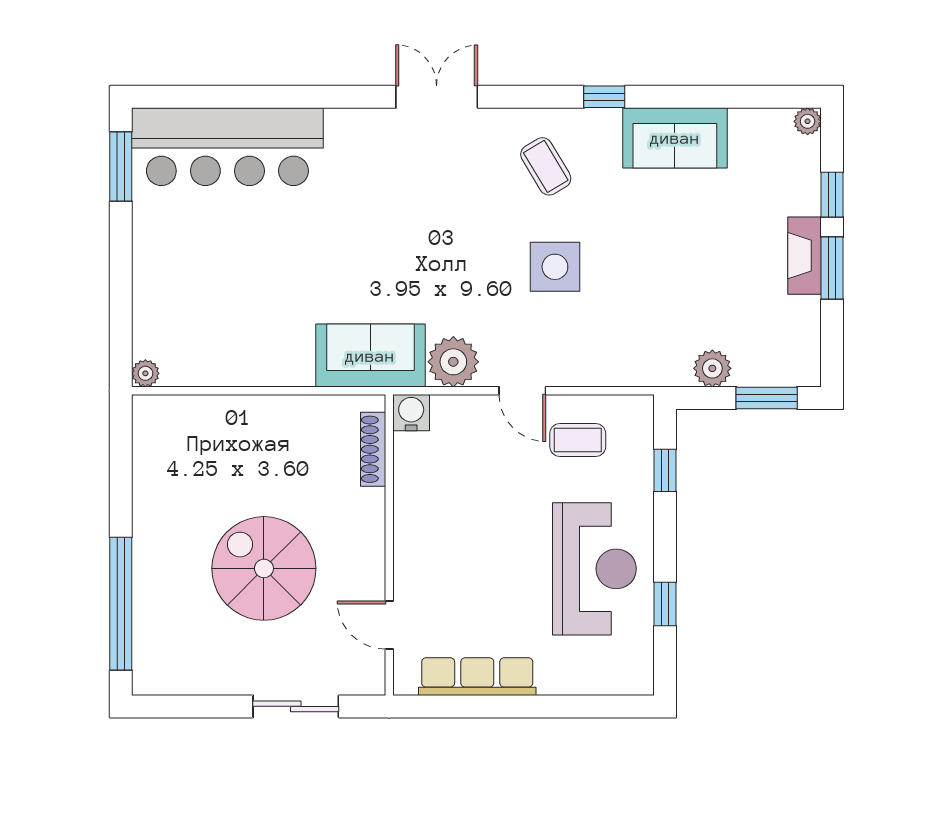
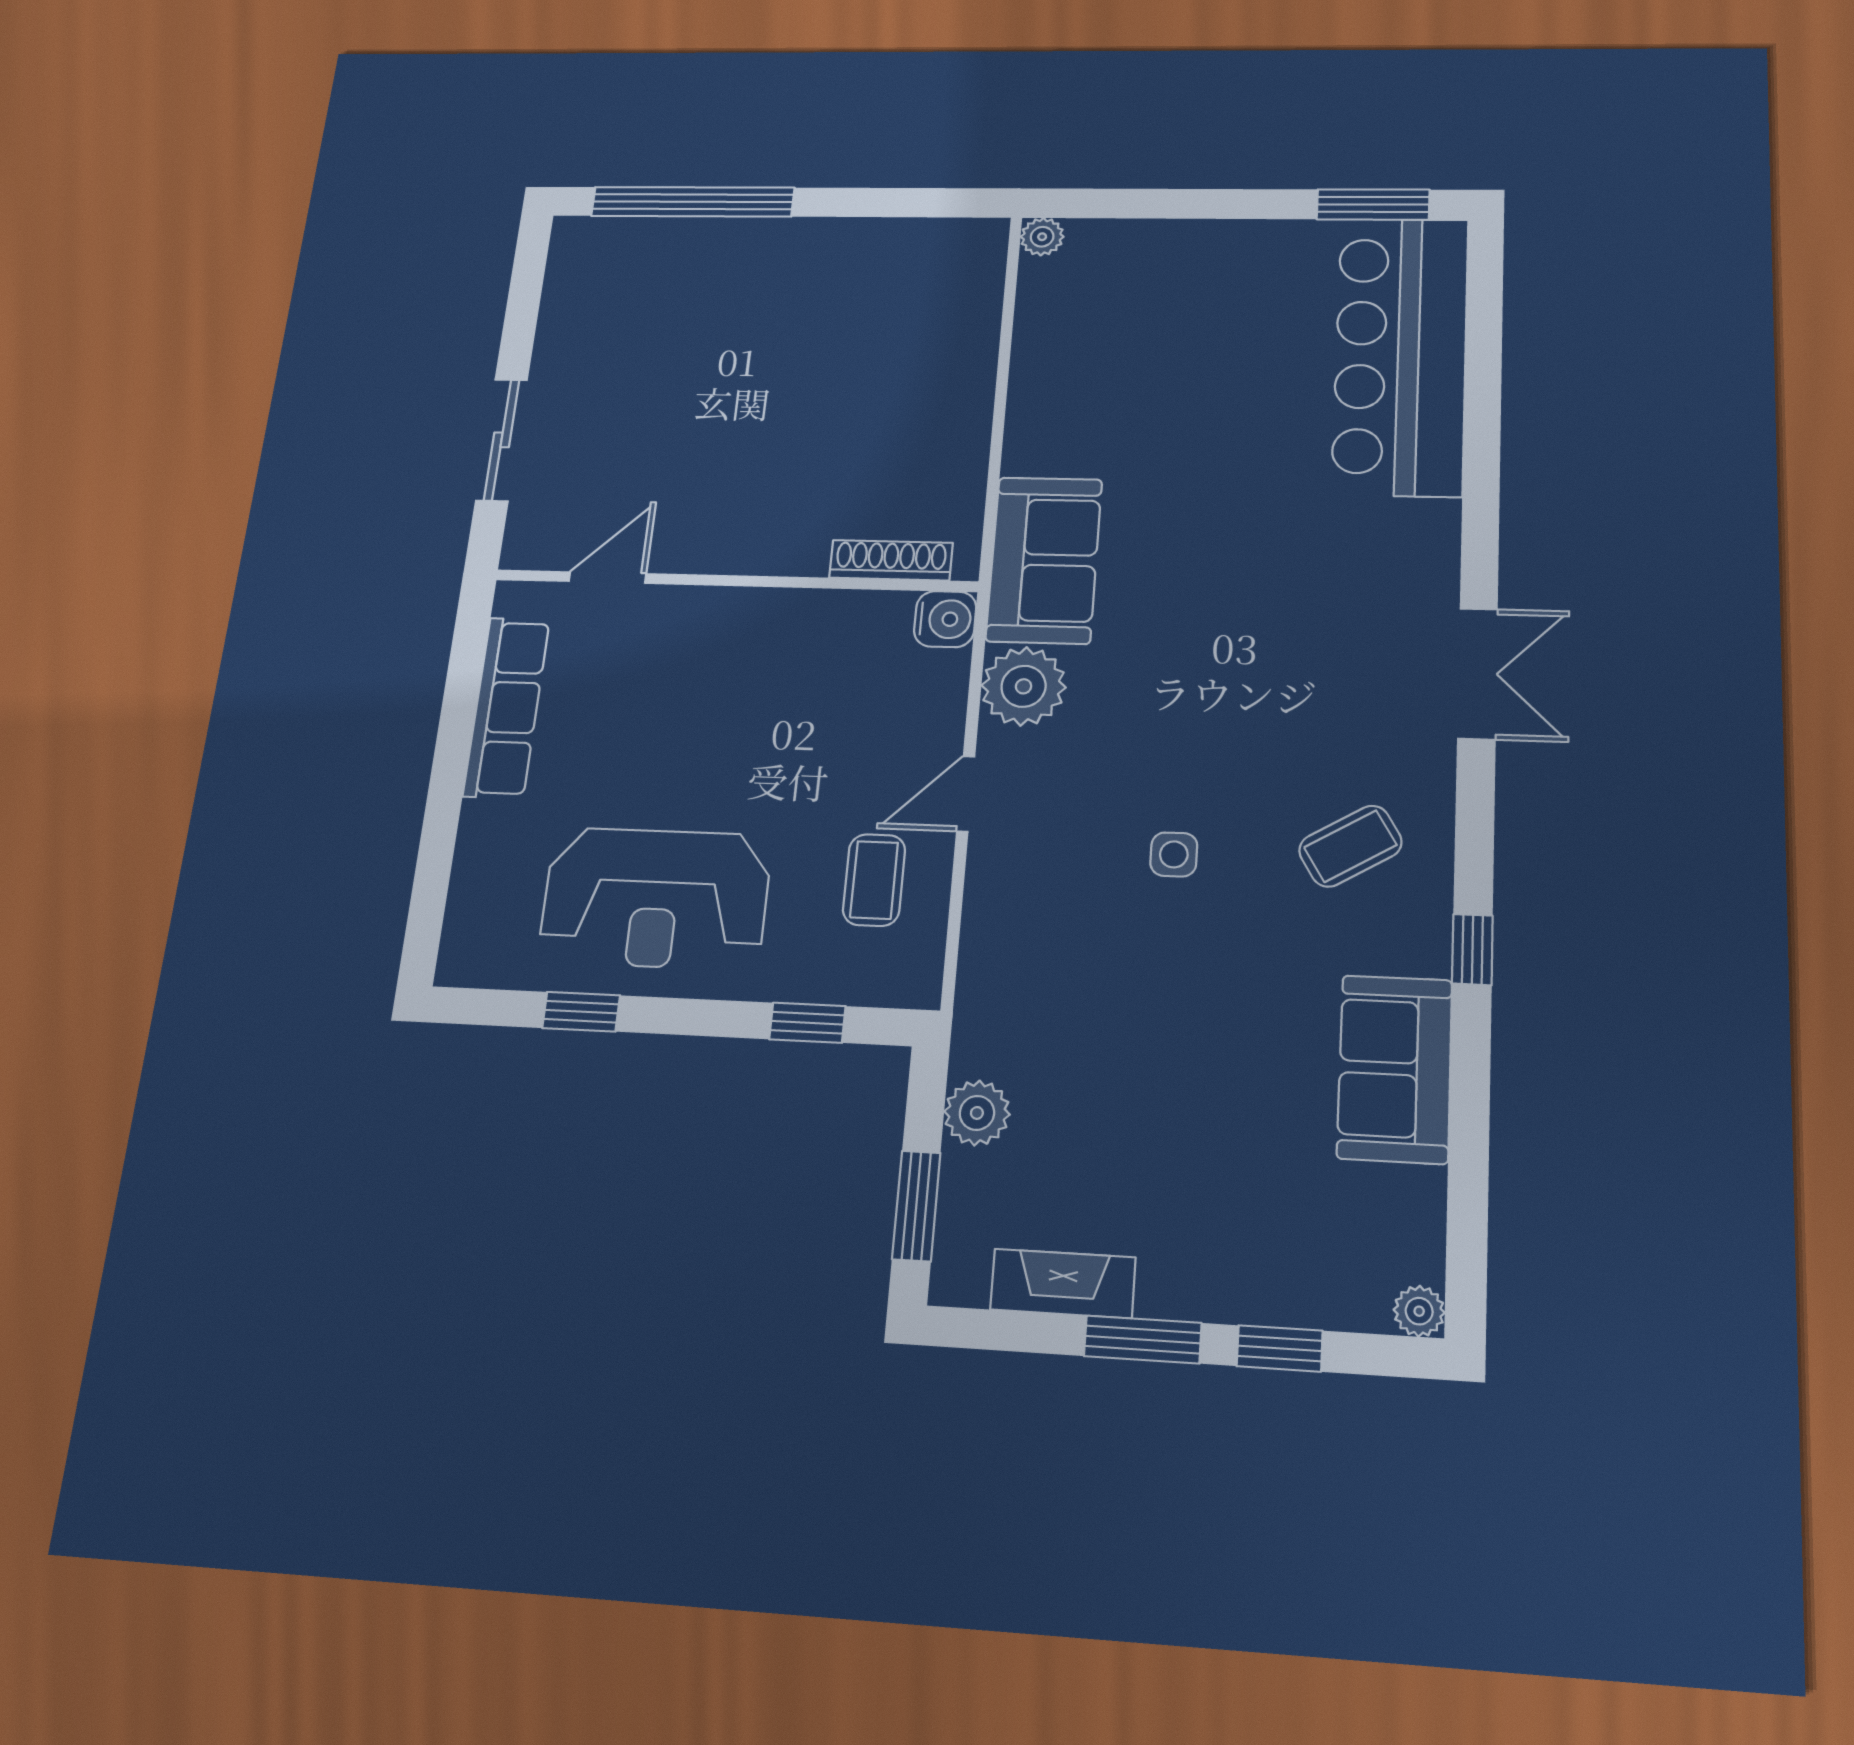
fireplace: (805, 256) -> (1063, 1283), moved
side table: (555, 267) -> (1174, 854), width x0.54, depth x0.54
spiral stairs: (264, 568) -> (720, 398), removed

